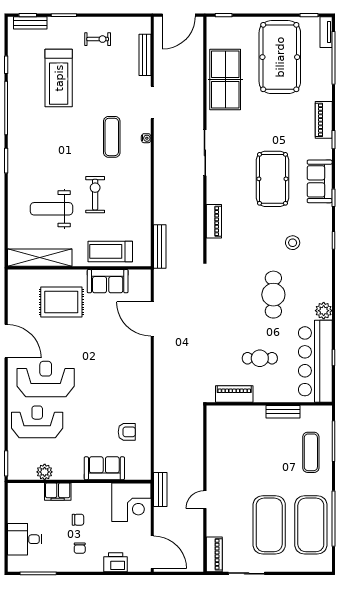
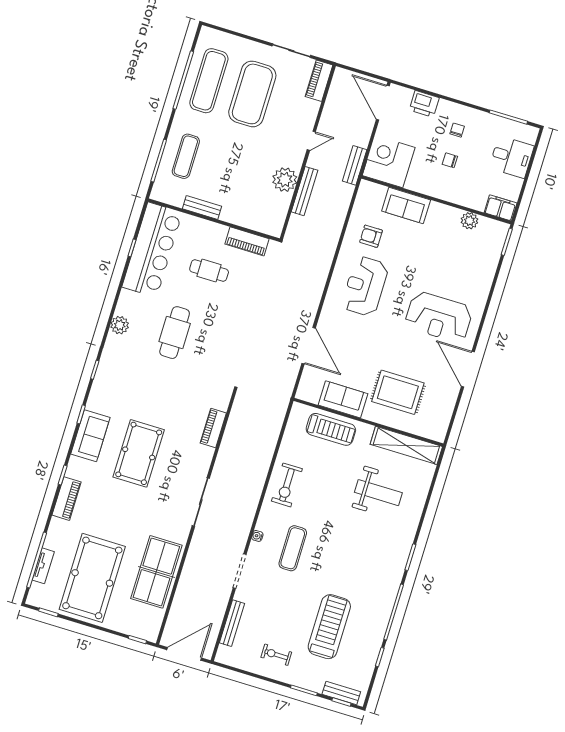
tv unit: (326, 32) -> (43, 566), moved
exercise bike: (95, 195) -> (287, 485), moved
stool: (293, 243) -> (138, 380), removed
bench: (160, 247) -> (305, 191), moved
plant: (324, 311) -> (120, 325), moved
reception desk: (37, 422) -> (365, 286), moved, turned 90
plant: (218, 458) -> (285, 180), added
filing cabinet: (58, 492) -> (501, 208), moved
exercise mat: (311, 525) -> (209, 81), width x0.68

